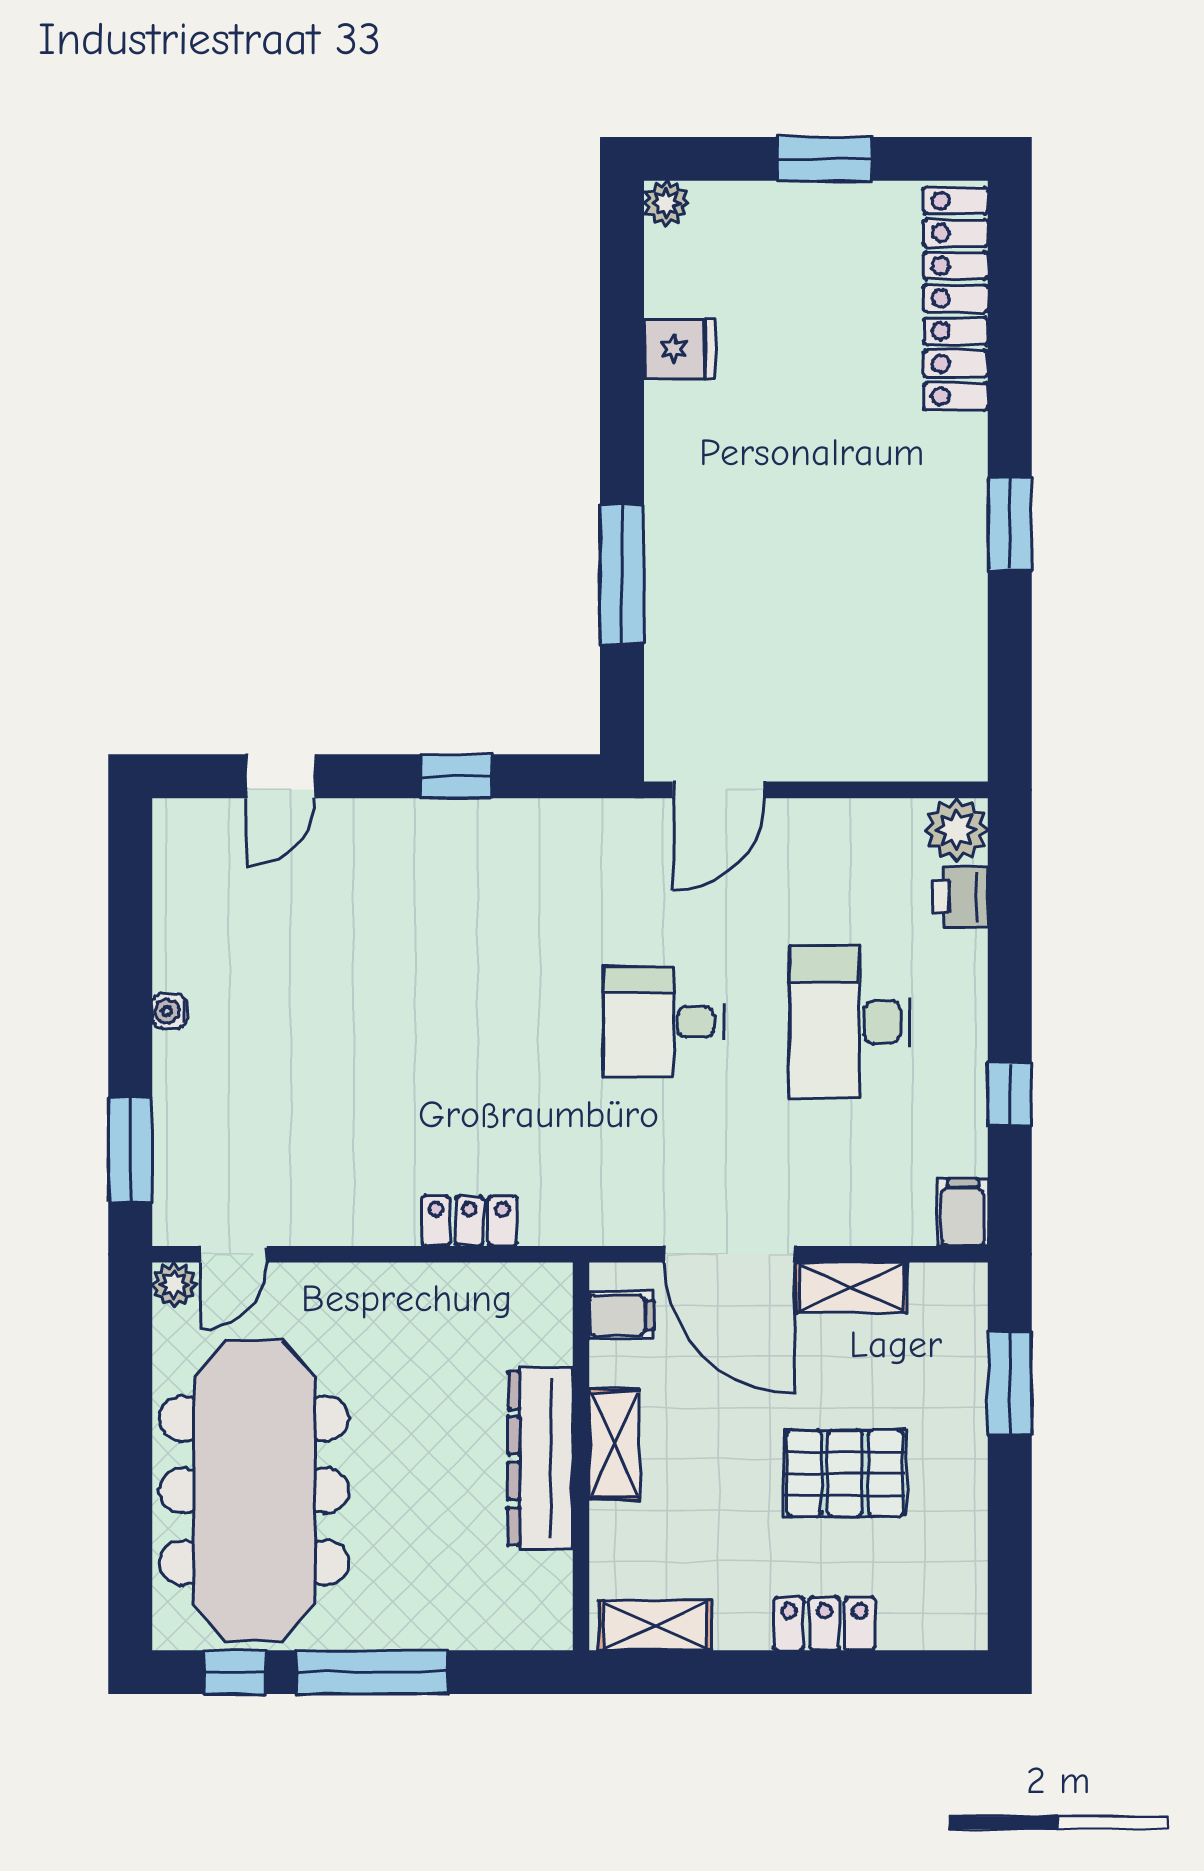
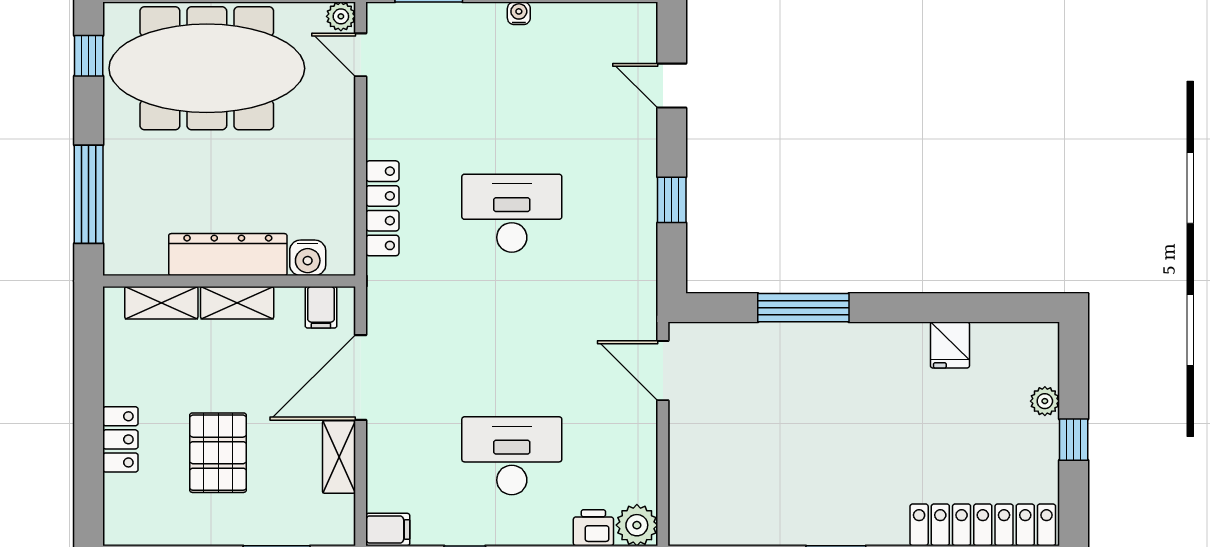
window: (825, 159) -> (1074, 440), width x0.67
plant: (666, 203) -> (1045, 401), moved
desk: (663, 1022) -> (512, 213), moved, width x1.37
locker: (469, 1221) -> (382, 208), width x1.53
water cooler: (545, 1336) -> (308, 258), added
shelving: (655, 1625) -> (161, 303), moved, turned 90
window: (372, 1672) -> (89, 194), moved

